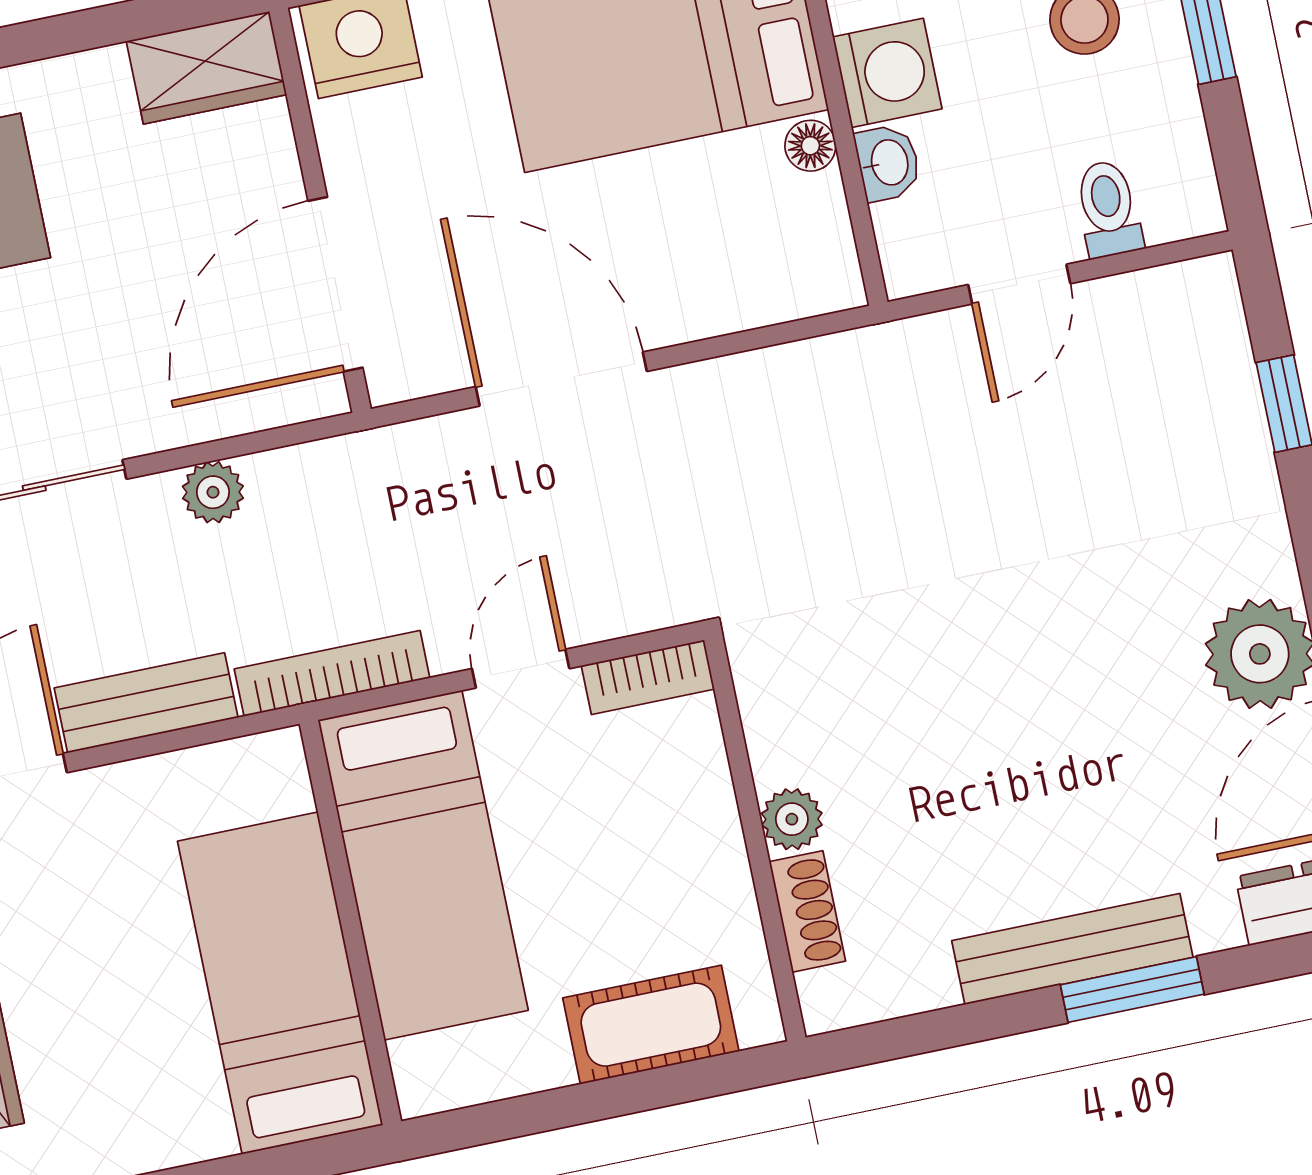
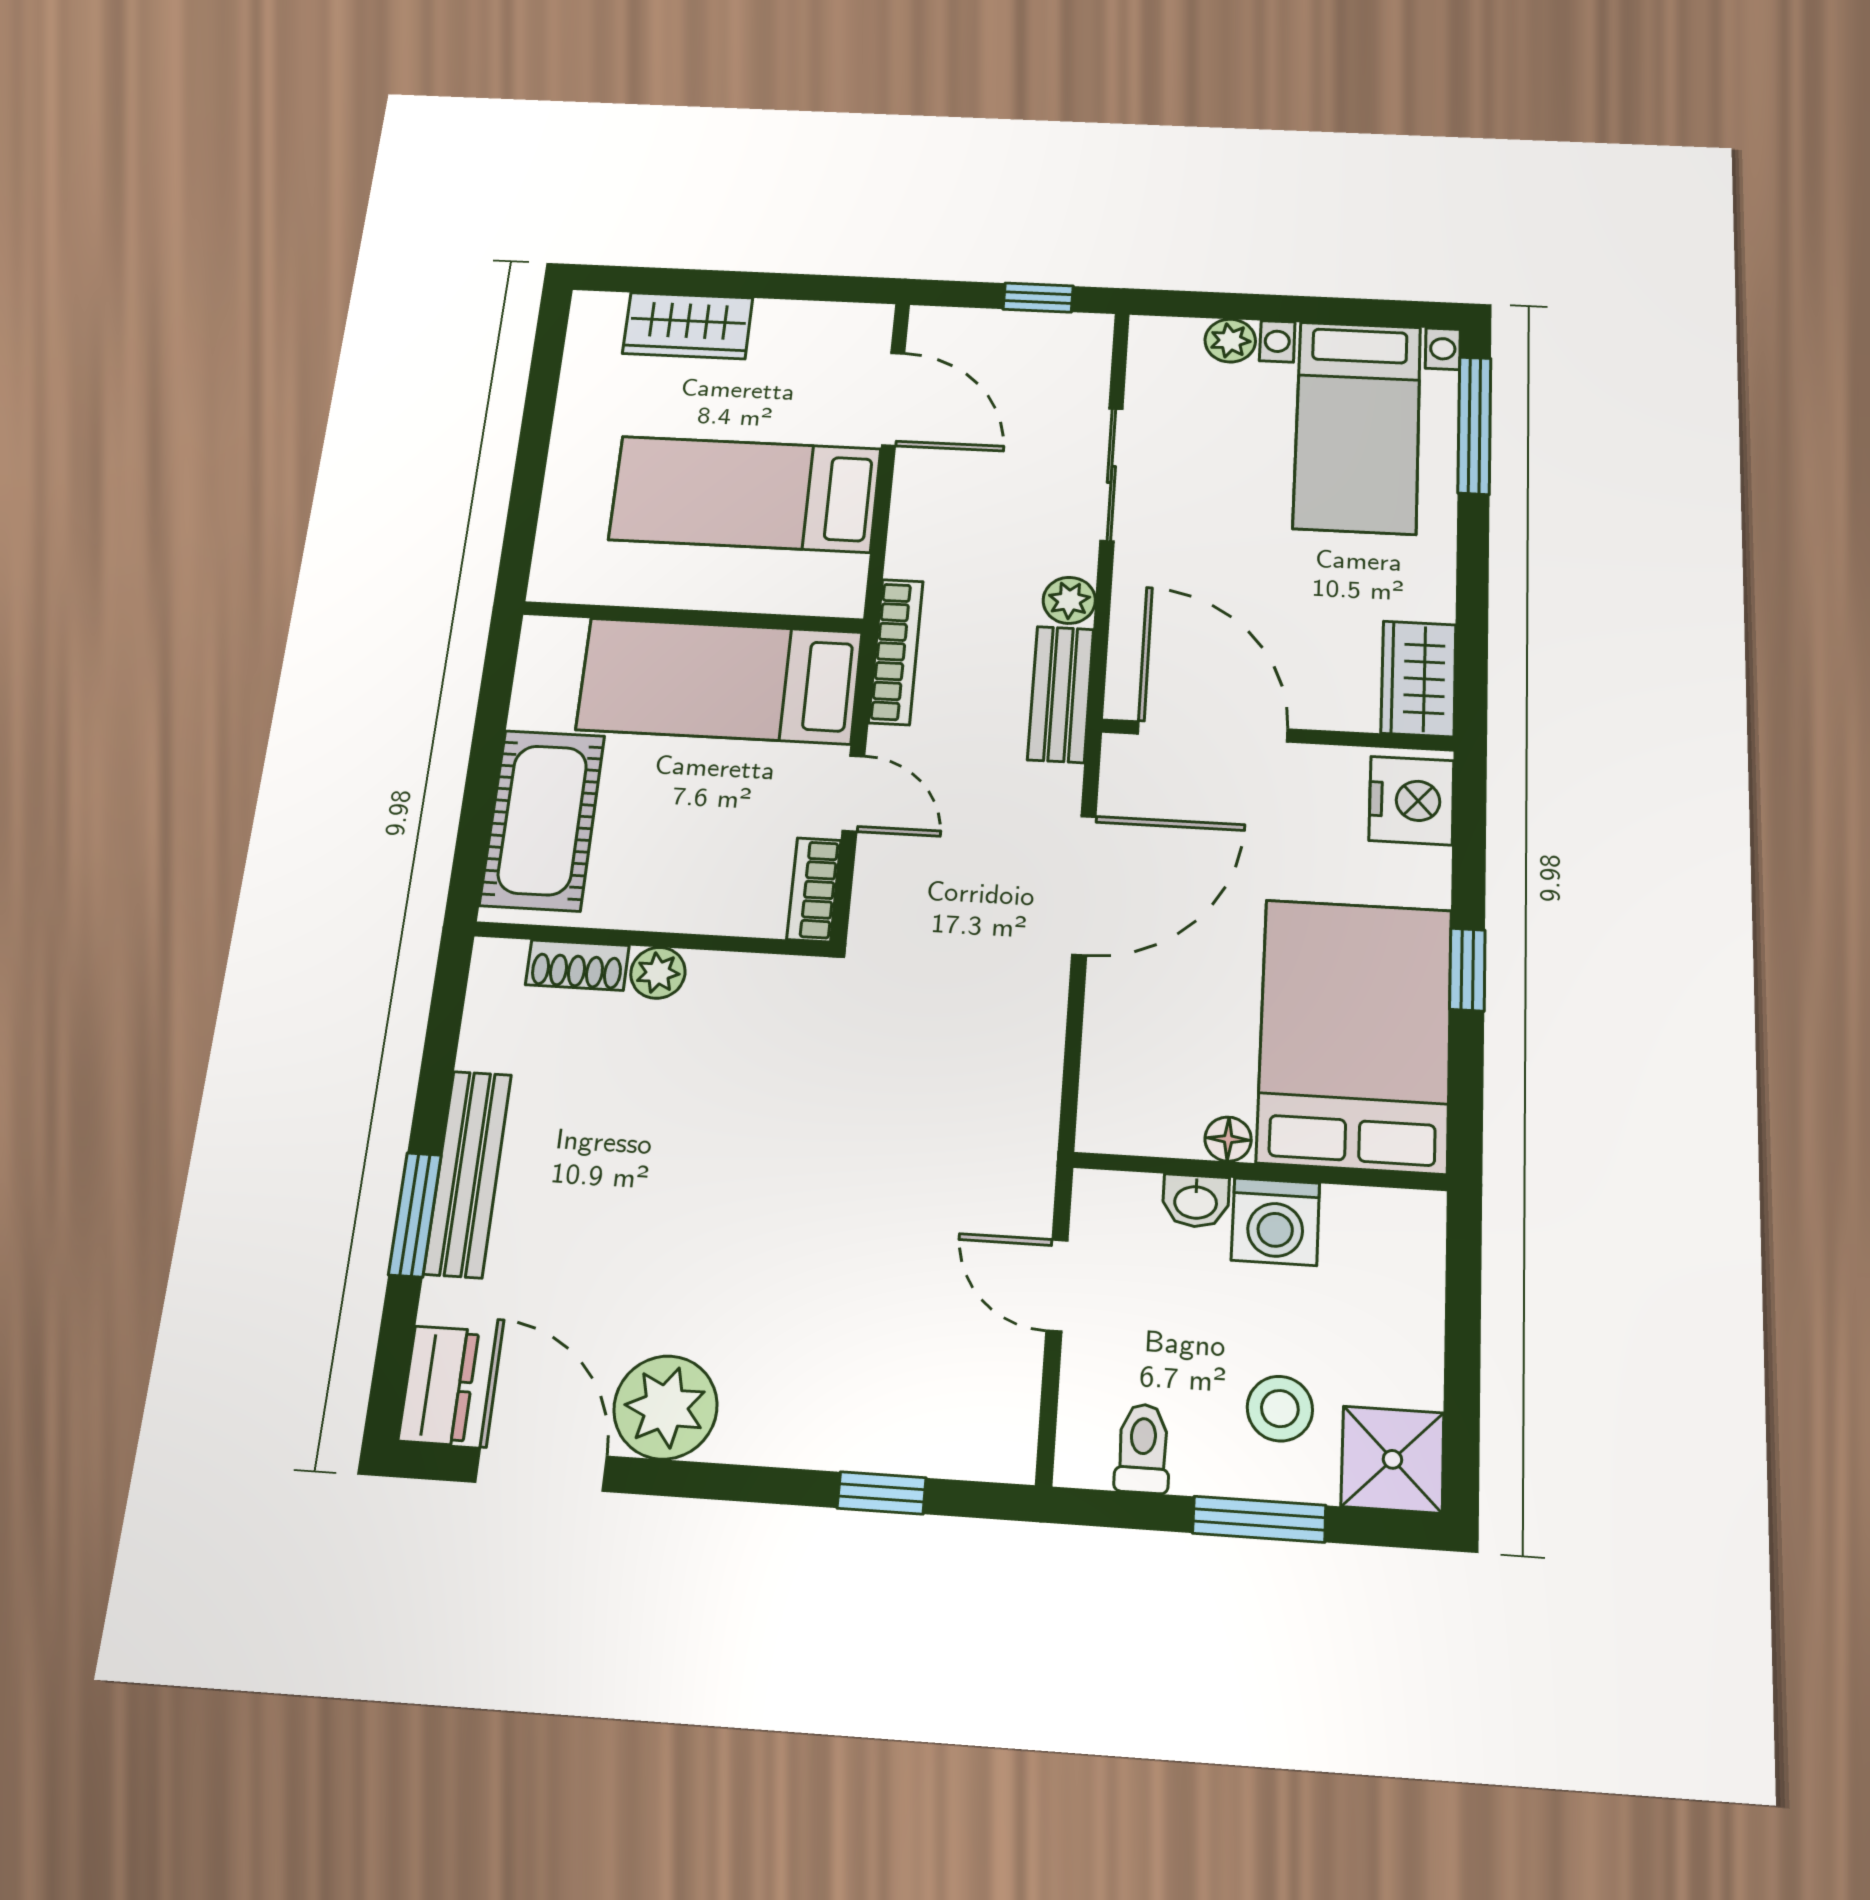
toilet: (1108, 209) -> (1143, 1448), moved, turned -90
bench: (146, 703) -> (1061, 694), moved
bed: (280, 983) -> (745, 494), moved, turned 180
cot: (651, 1025) -> (542, 820), width x1.37, depth x1.34

